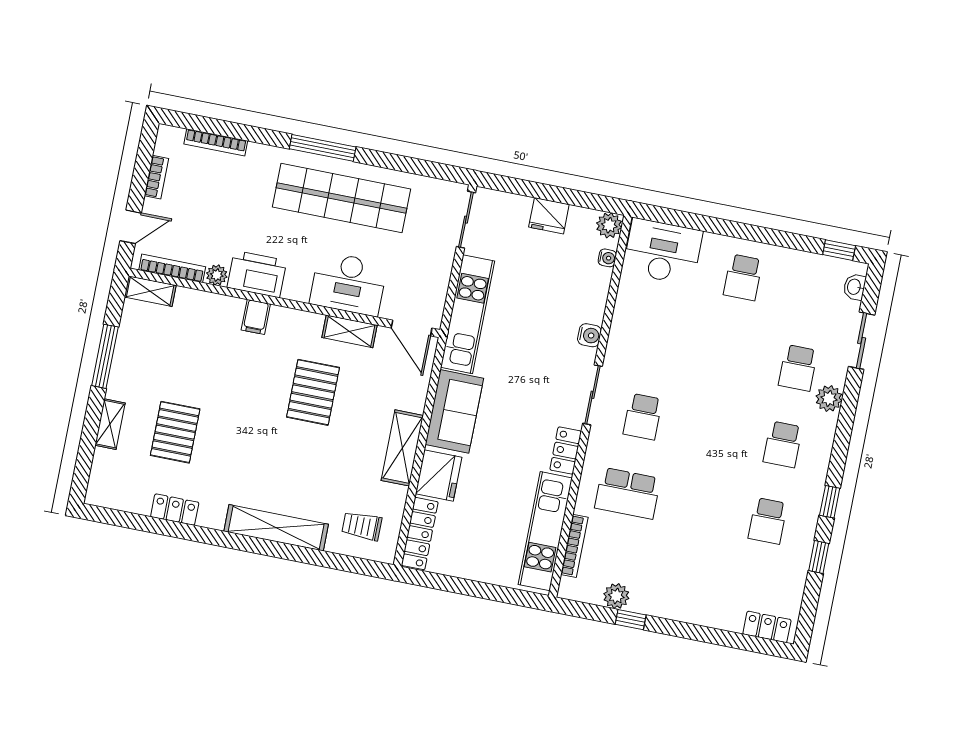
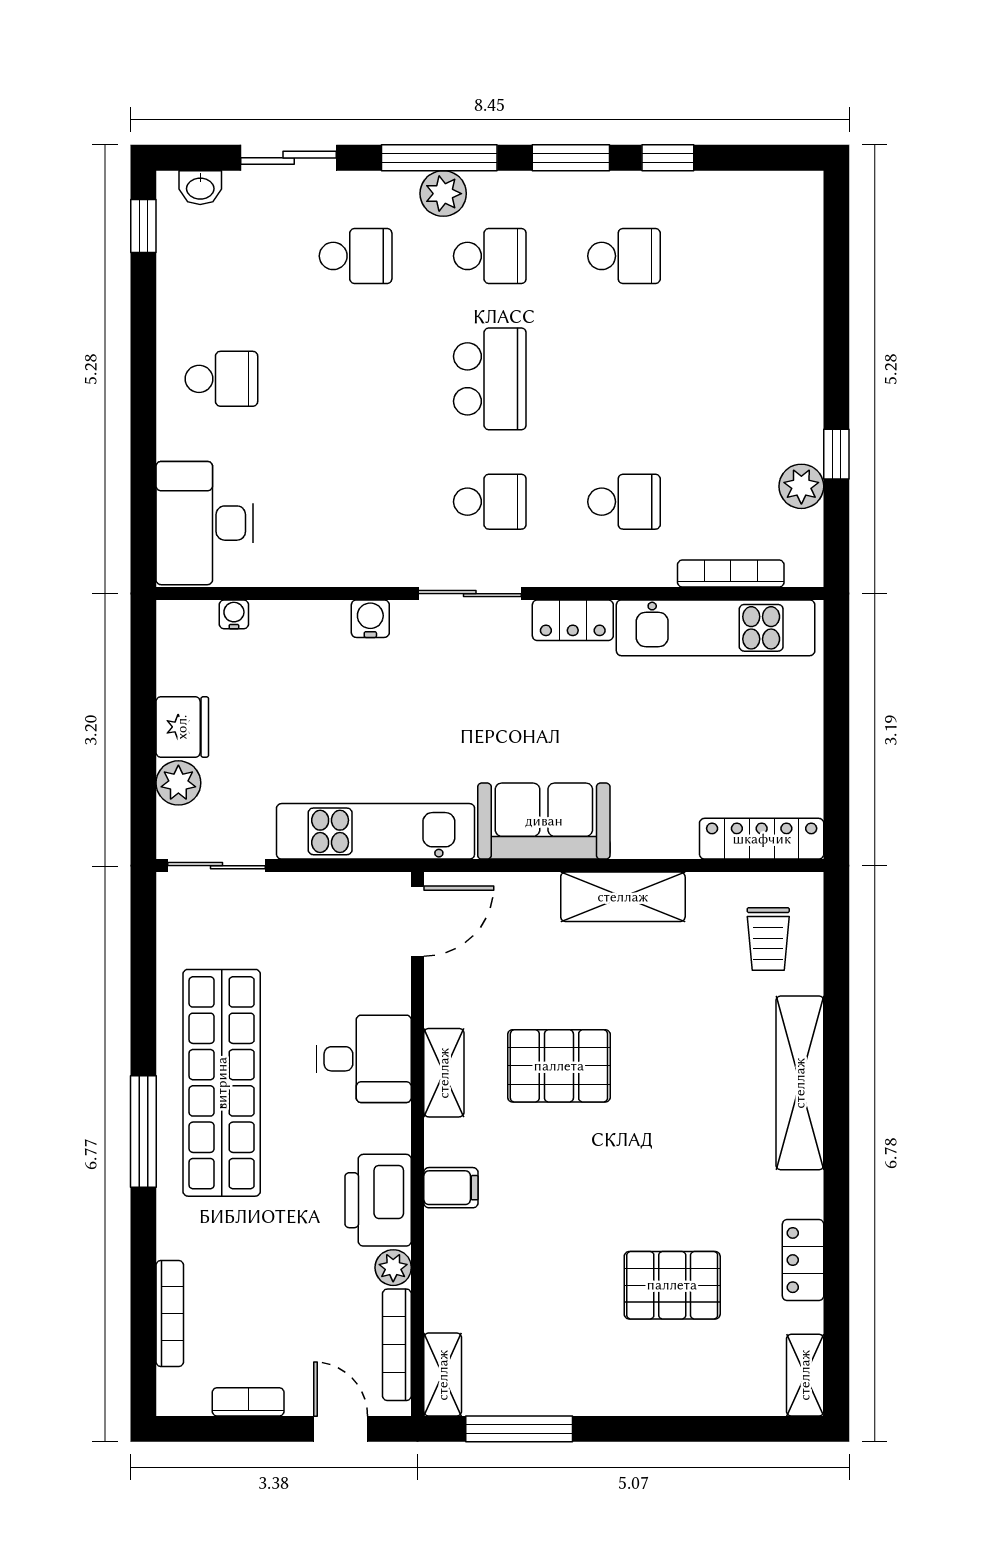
plant: (609, 225) -> (178, 783), moved
desk: (348, 284) -> (364, 1059), width x0.73
shelving: (350, 331) -> (444, 1073), moved
window: (105, 356) -> (519, 1429), moved
plant: (829, 398) -> (443, 194), moved
shelving: (110, 424) -> (805, 1375), moved, turned 90
window: (845, 427) -> (439, 158), added
school desk: (713, 430) -> (490, 379), added
fridge: (439, 475) -> (657, 826), removed
school desk: (628, 493) -> (624, 502), width x0.54
window: (830, 502) -> (571, 158), width x1.50
locker: (767, 627) -> (803, 222), removed

